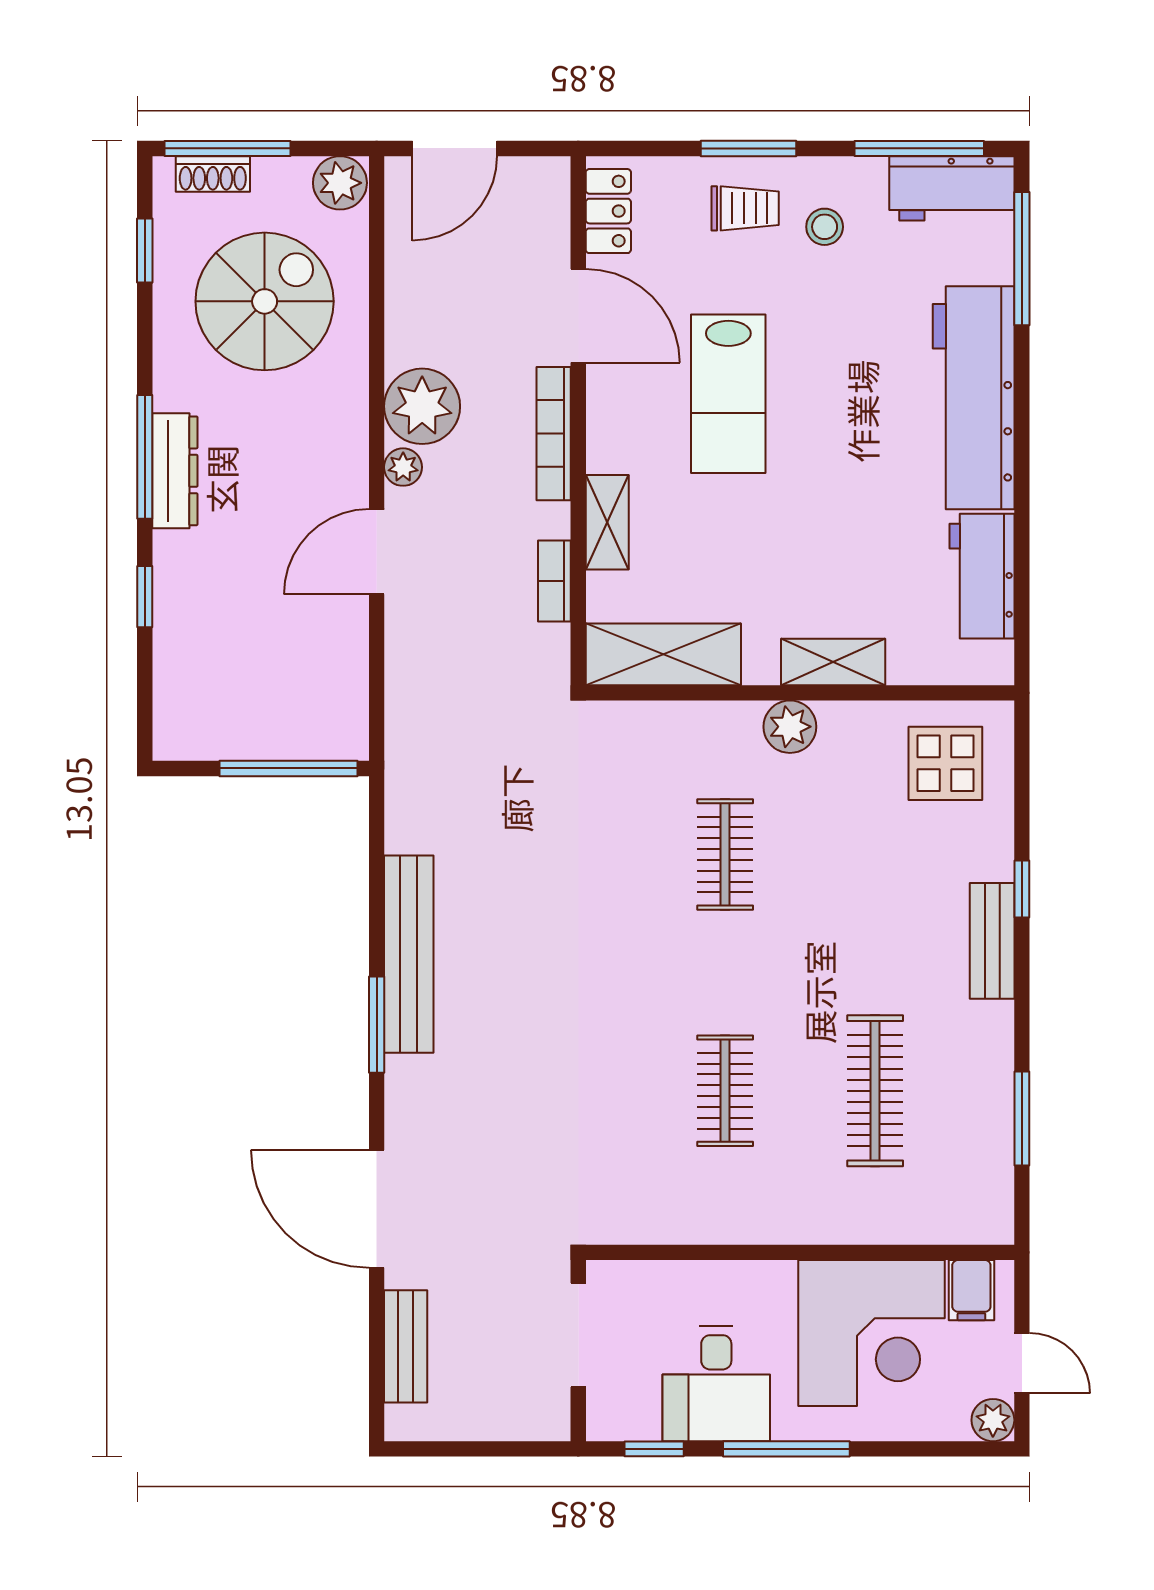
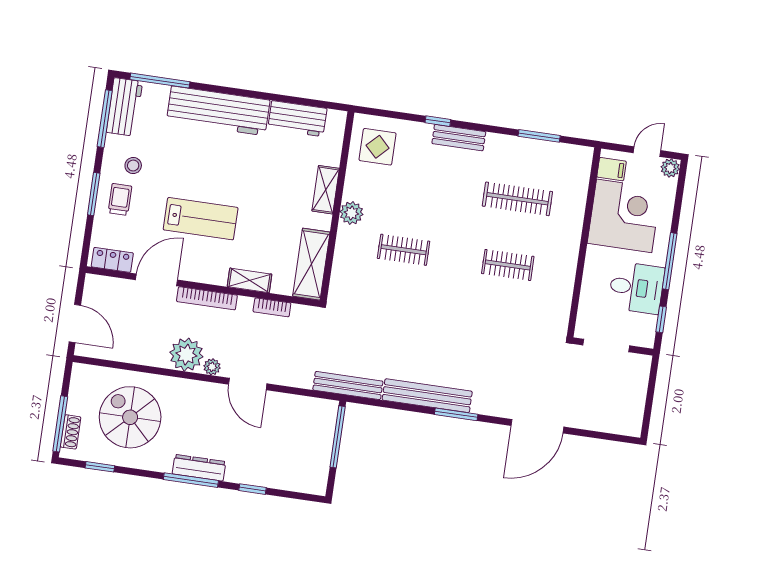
plant: (340, 183) -> (83, 376), removed
bench: (406, 1346) -> (348, 386), moved, width x1.36

